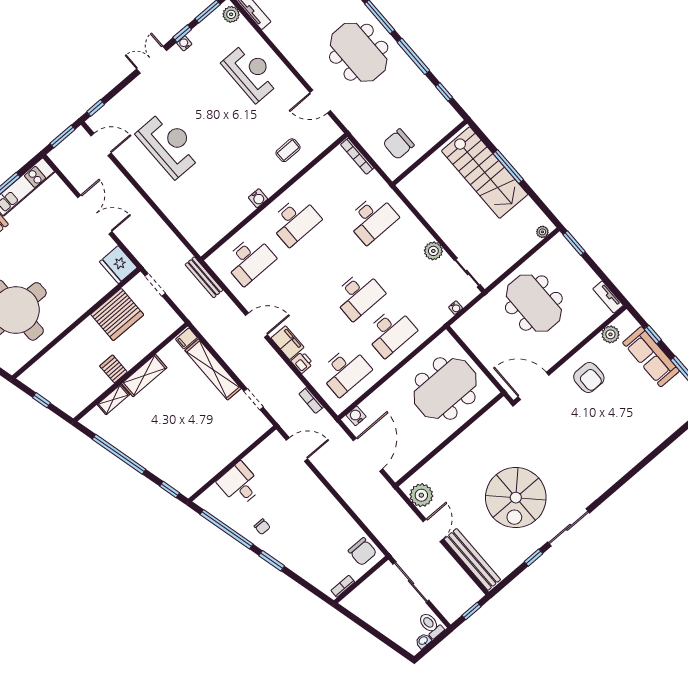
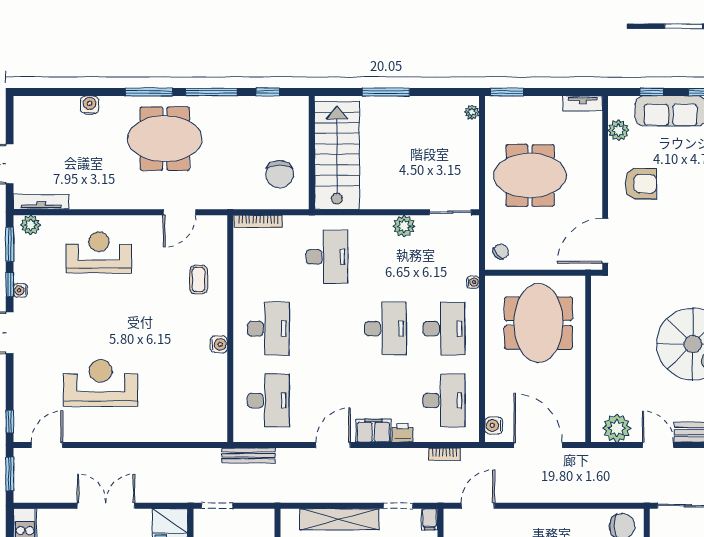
stairs: (485, 173) -> (337, 156), moved, turned -90
water cooler: (456, 308) -> (473, 282), moved
chair: (470, 326) -> (501, 251), added
filing cabinet: (186, 338) -> (430, 519), moved

